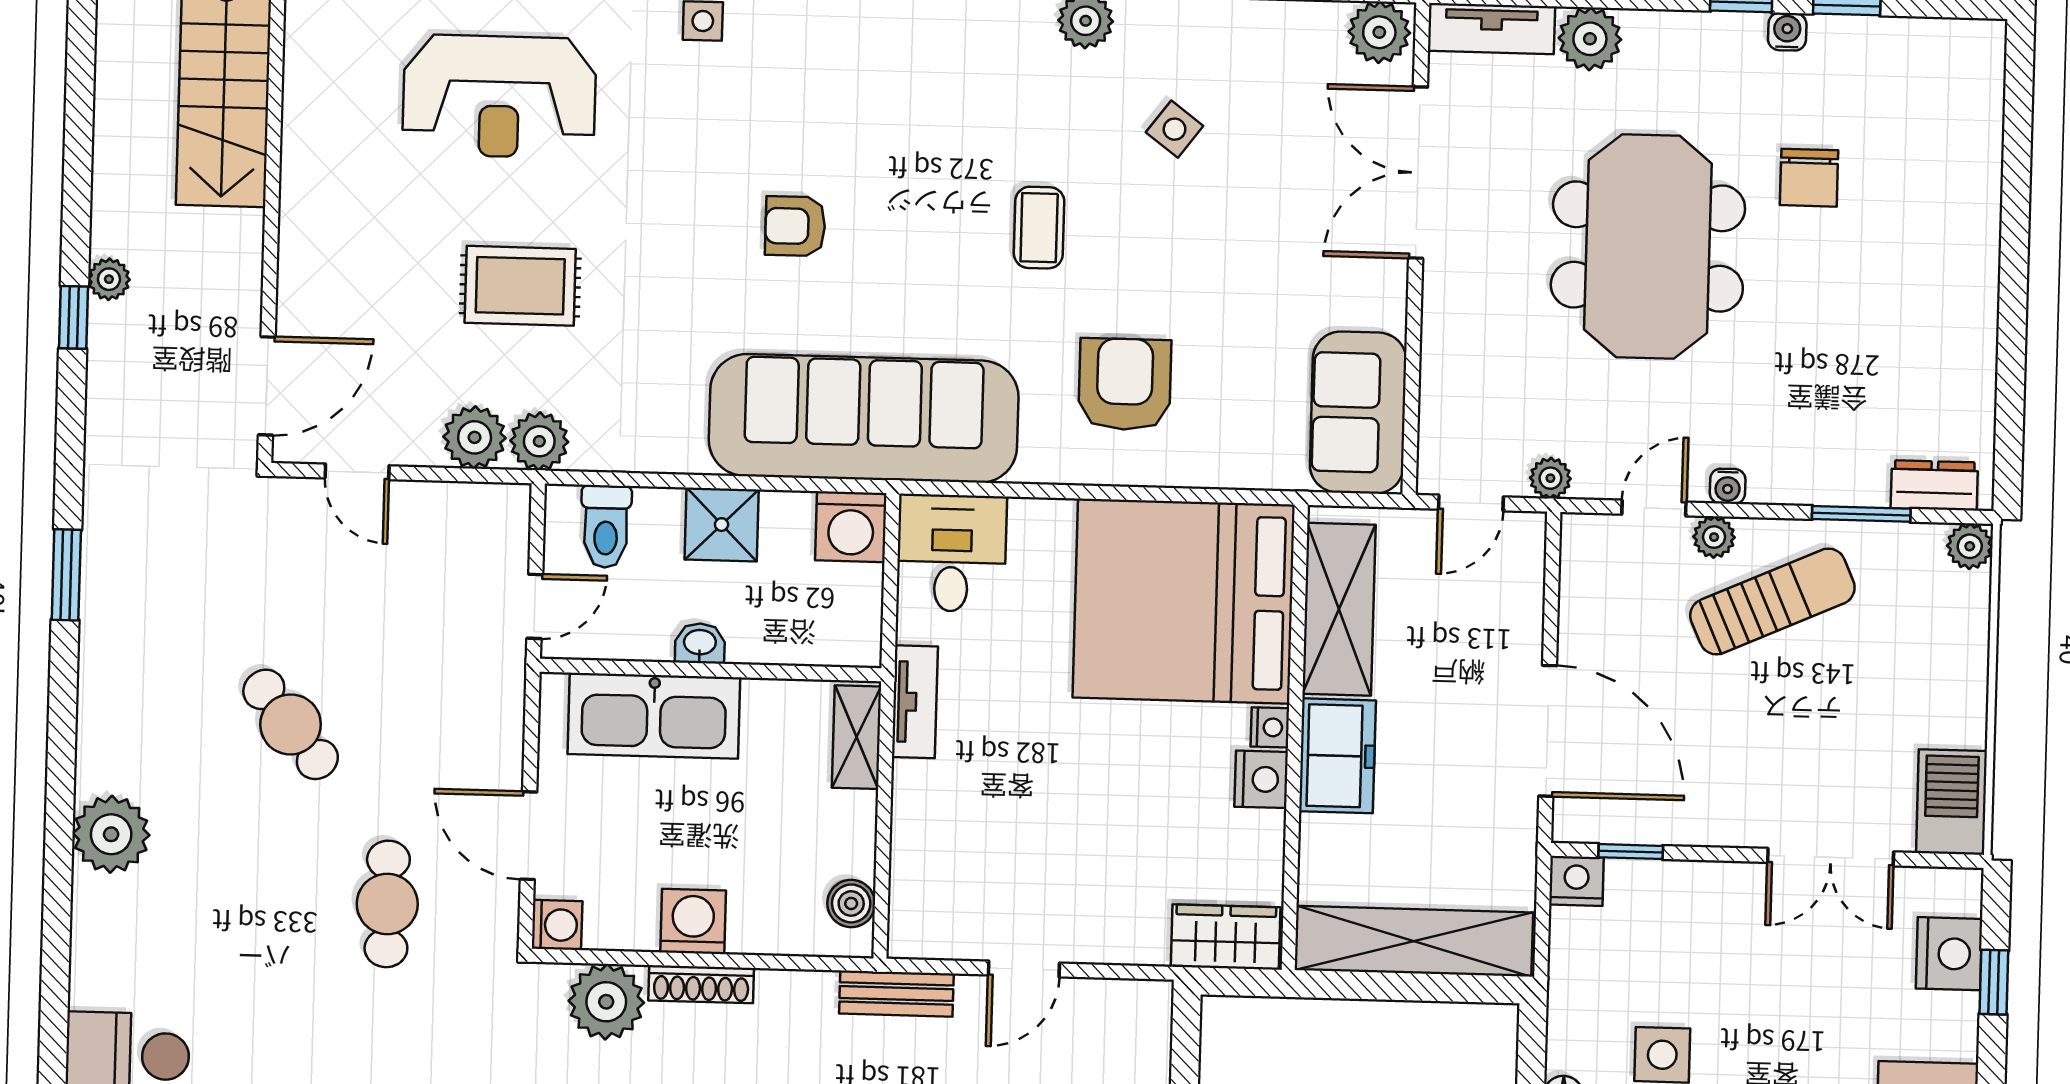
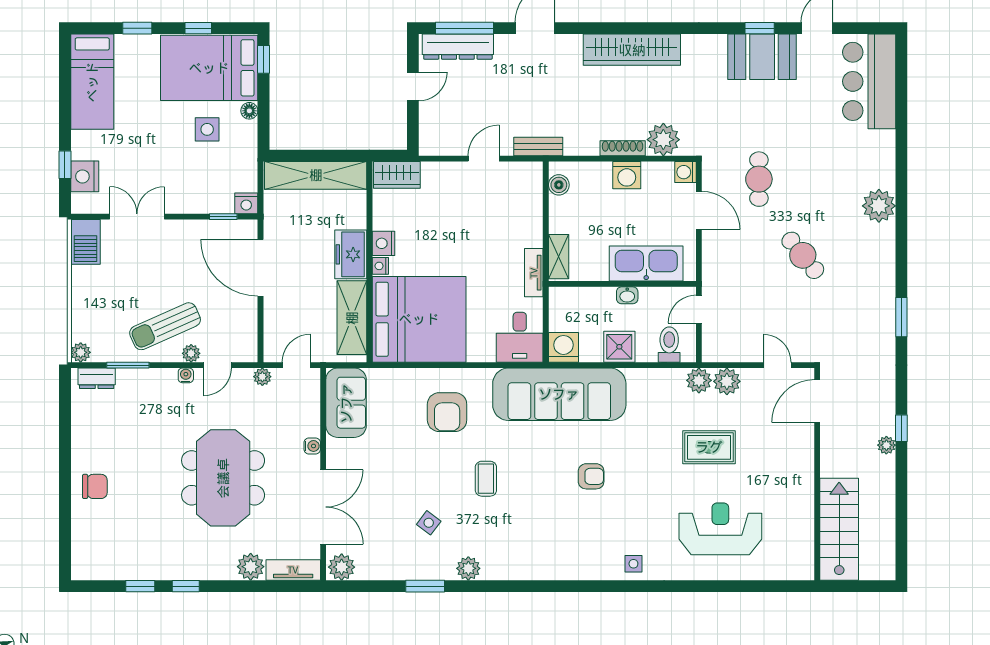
water cooler: (1787, 32) -> (312, 446), moved, turned -90
chair: (1809, 178) -> (95, 486), moved, turned 90

